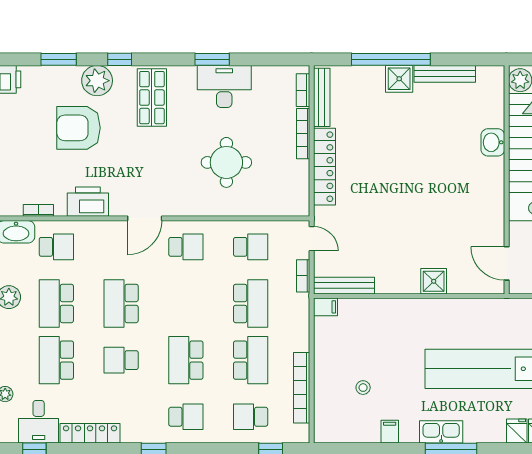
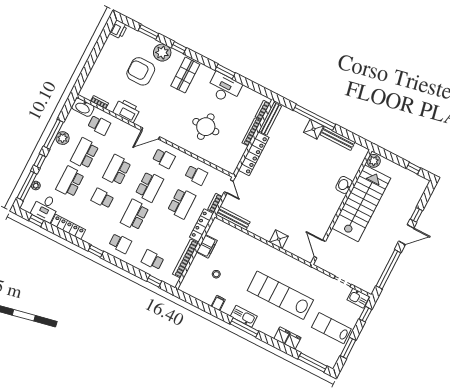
filing cabinet: (325, 307) -> (207, 246), moved, width x2.00
locker: (300, 322) -> (202, 225), added
school desk: (251, 360) -> (149, 187), moved

